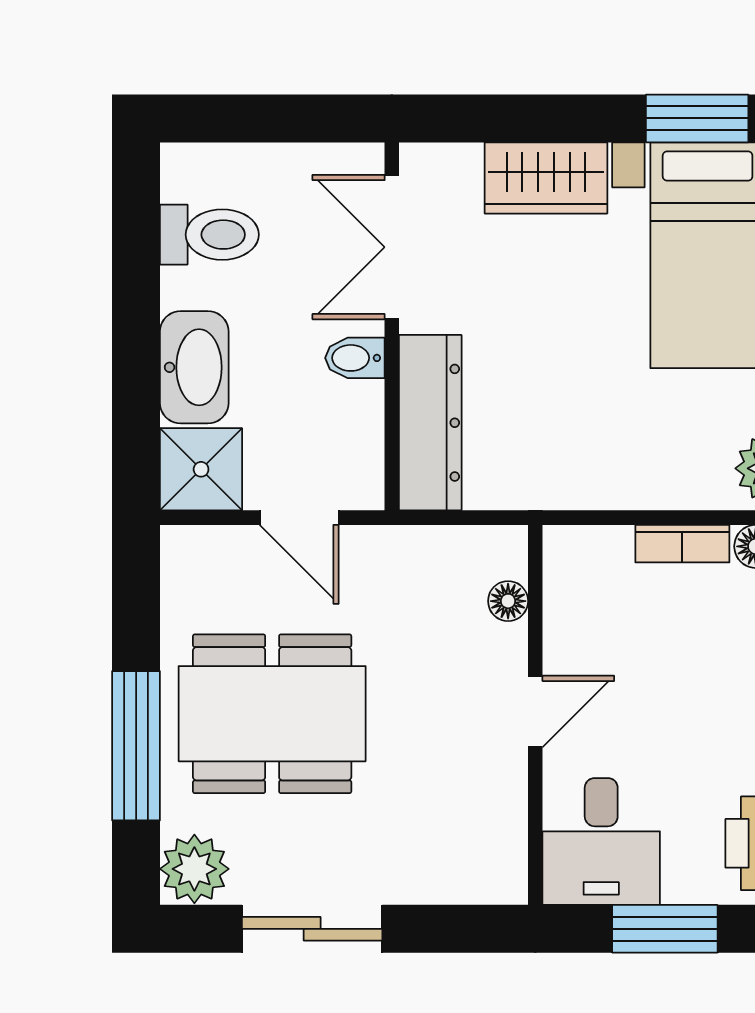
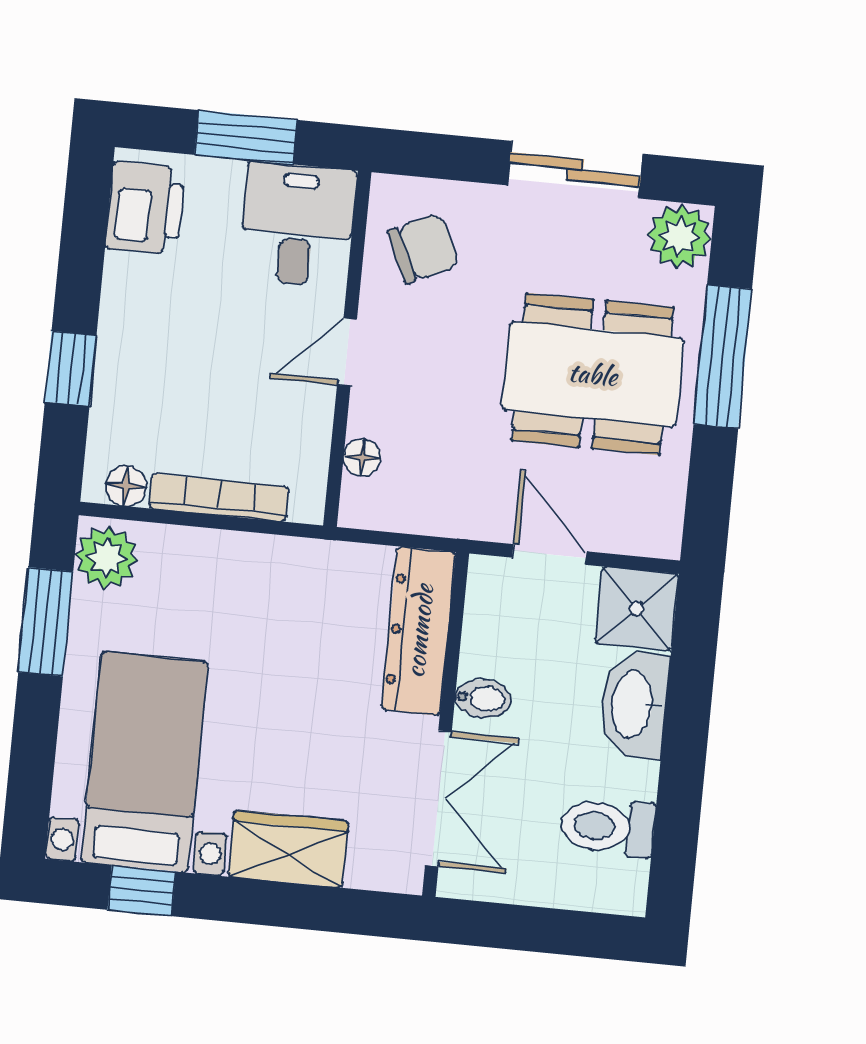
window: (697, 118) -> (142, 891), width x0.67
bookcase: (682, 544) -> (219, 498), width x1.56
chair: (465, 830) -> (423, 248), added

